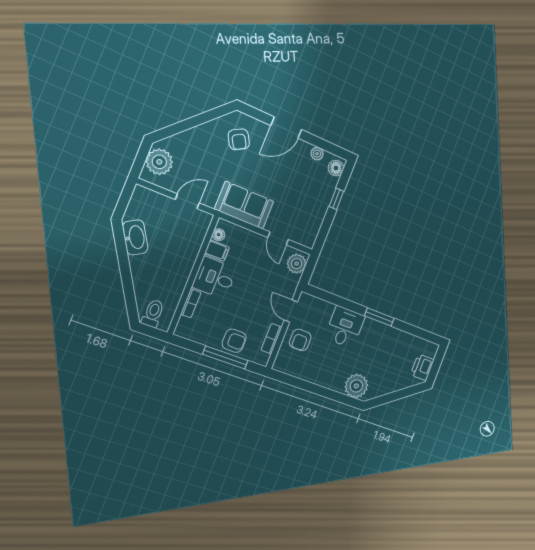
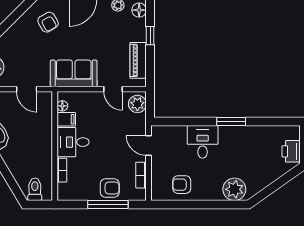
door: (187, 201) -> (27, 89), swing flipped
piano: (315, 219) -> (138, 60), added
armchair: (300, 340) -> (182, 185), moved, turned 90

